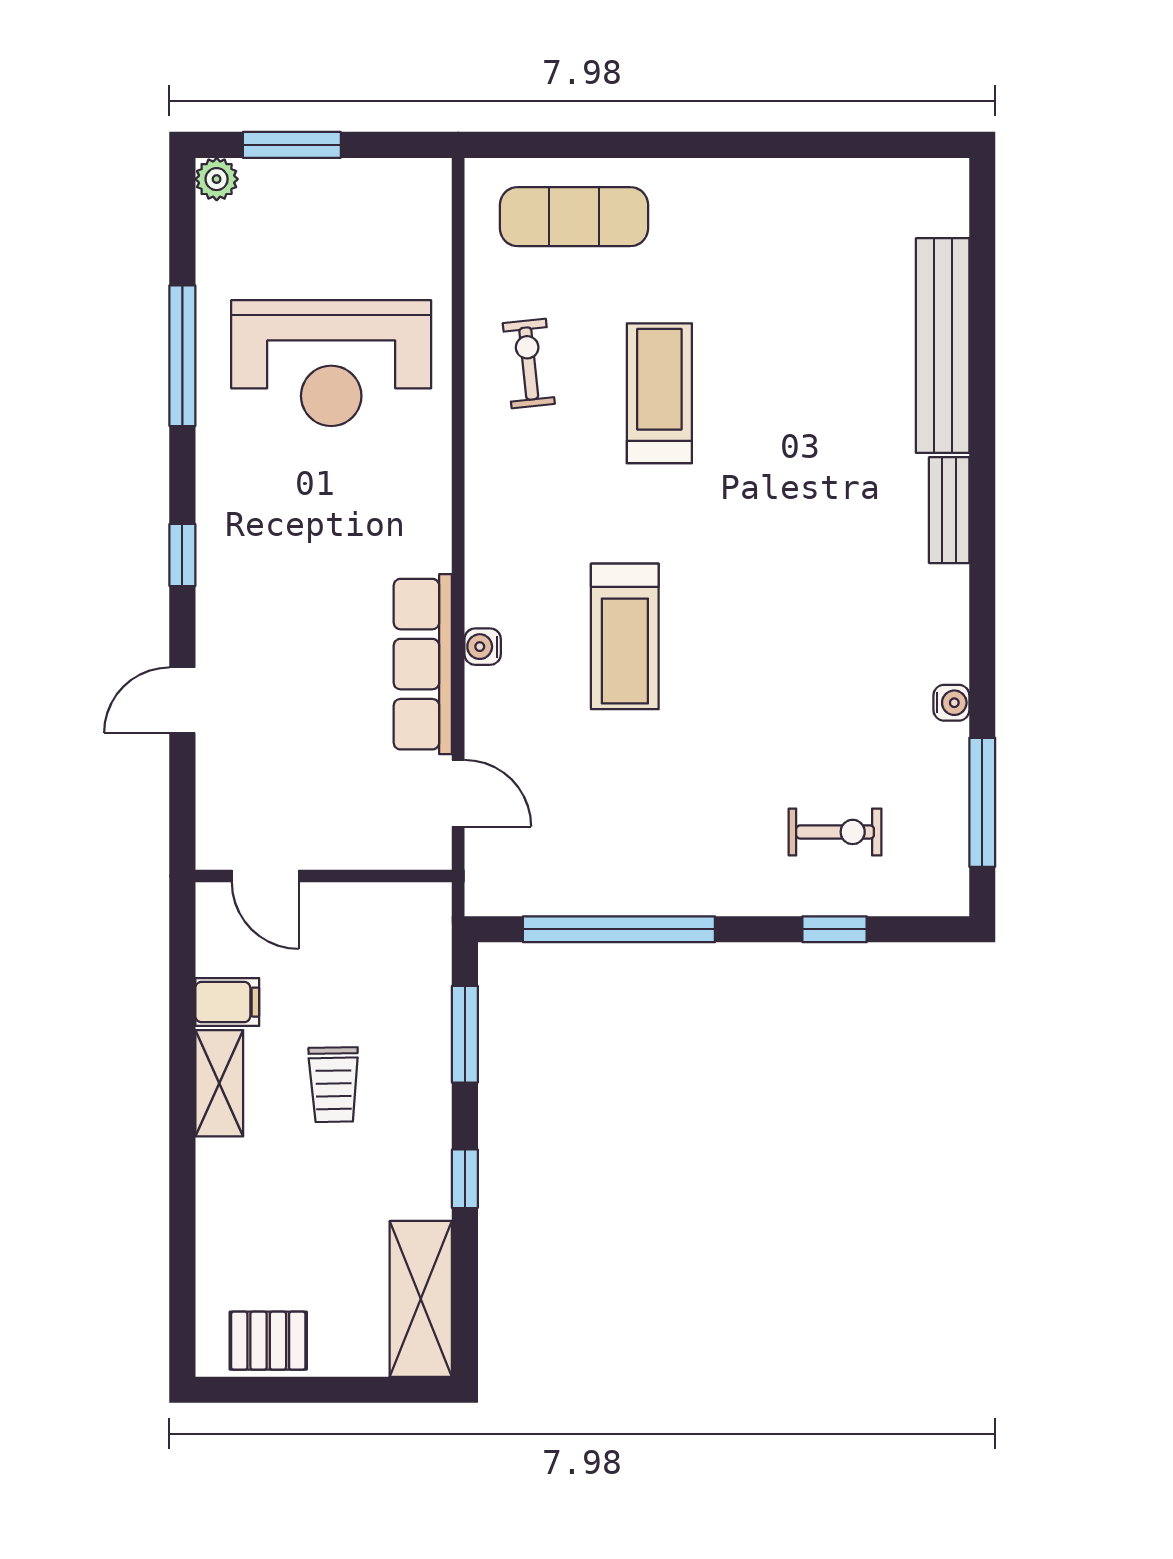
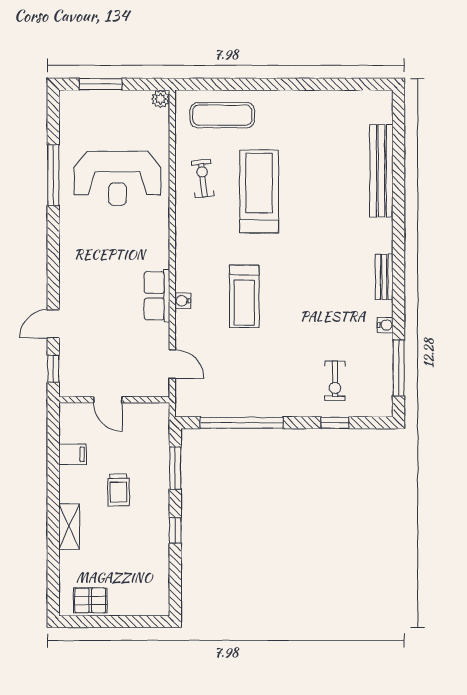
plant: (217, 179) -> (160, 99), moved
treadmill: (659, 393) -> (259, 191), width x1.37, depth x1.38
bench: (949, 510) -> (384, 277), moved
window: (182, 555) -> (53, 369), moved
row of seats: (423, 664) -> (157, 296), width x0.68
exercise bike: (835, 832) -> (335, 381), turned 90
door: (265, 876) -> (108, 400), moved
shelving: (219, 1083) -> (69, 527), moved
shelving: (421, 1299) -> (156, 582), removed

